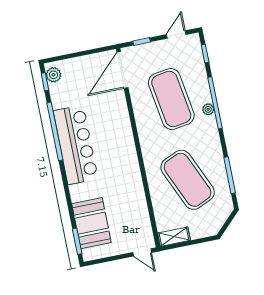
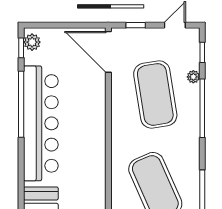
door: (122, 70) -> (108, 52), hinge flipped
plant: (208, 109) -> (193, 77), moved
bar counter: (76, 145) -> (41, 123), width x1.36

